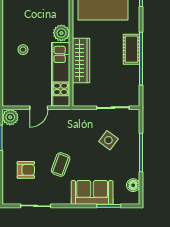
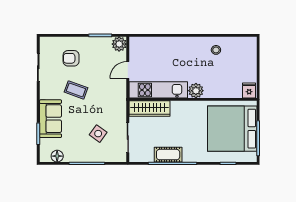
cot: (131, 49) -> (168, 155), moved
stool: (23, 50) -> (216, 50), moved
wardrobe: (81, 60) -> (149, 109), moved
door: (39, 108) -> (128, 70), hinge flipped
armchair: (26, 170) -> (71, 58), turned 90

